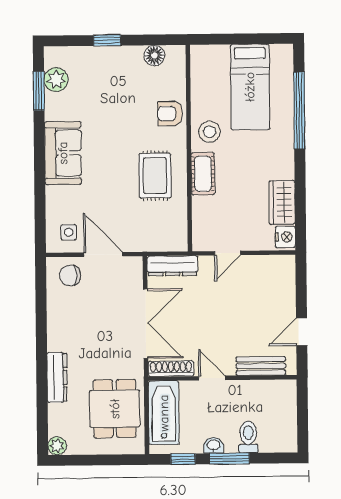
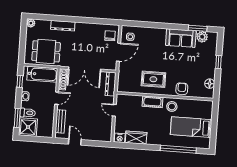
sofa: (63, 153) -> (181, 38), moved
shower: (278, 434) -> (28, 127), added
window: (229, 459) -> (17, 118), moved

